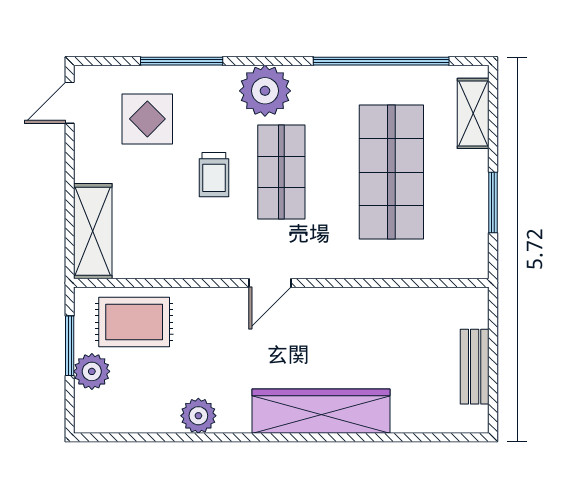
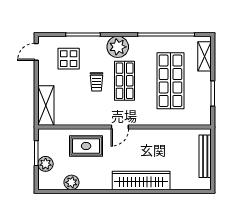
rug: (134, 322) -> (86, 146), moved
bench: (475, 367) -> (205, 156), width x1.36
plant: (198, 416) -> (71, 182), moved

